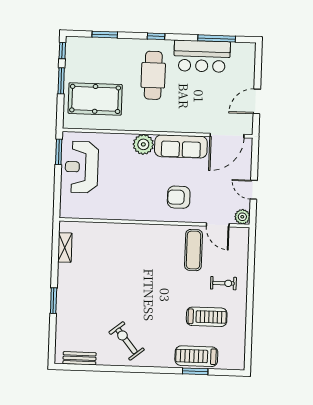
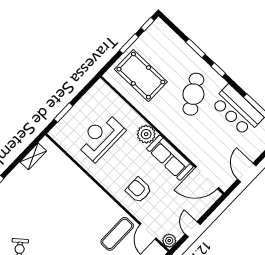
window: (105, 35) -> (195, 48), moved
cafe table: (153, 75) -> (193, 94), turned -32
door: (257, 101) -> (247, 173), hinge flipped
window: (59, 152) -> (63, 113), moved
reception desk: (82, 167) -> (100, 137), moved

